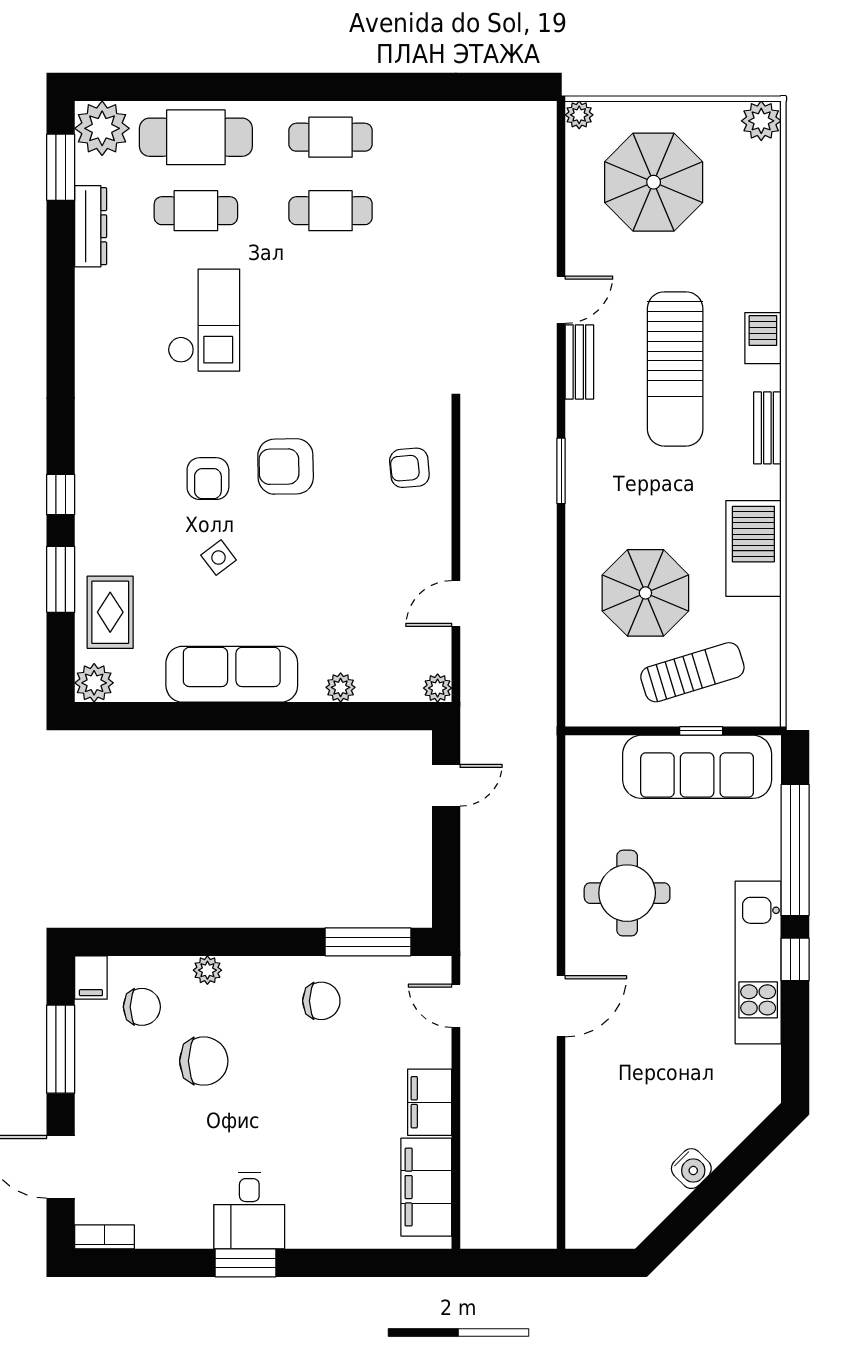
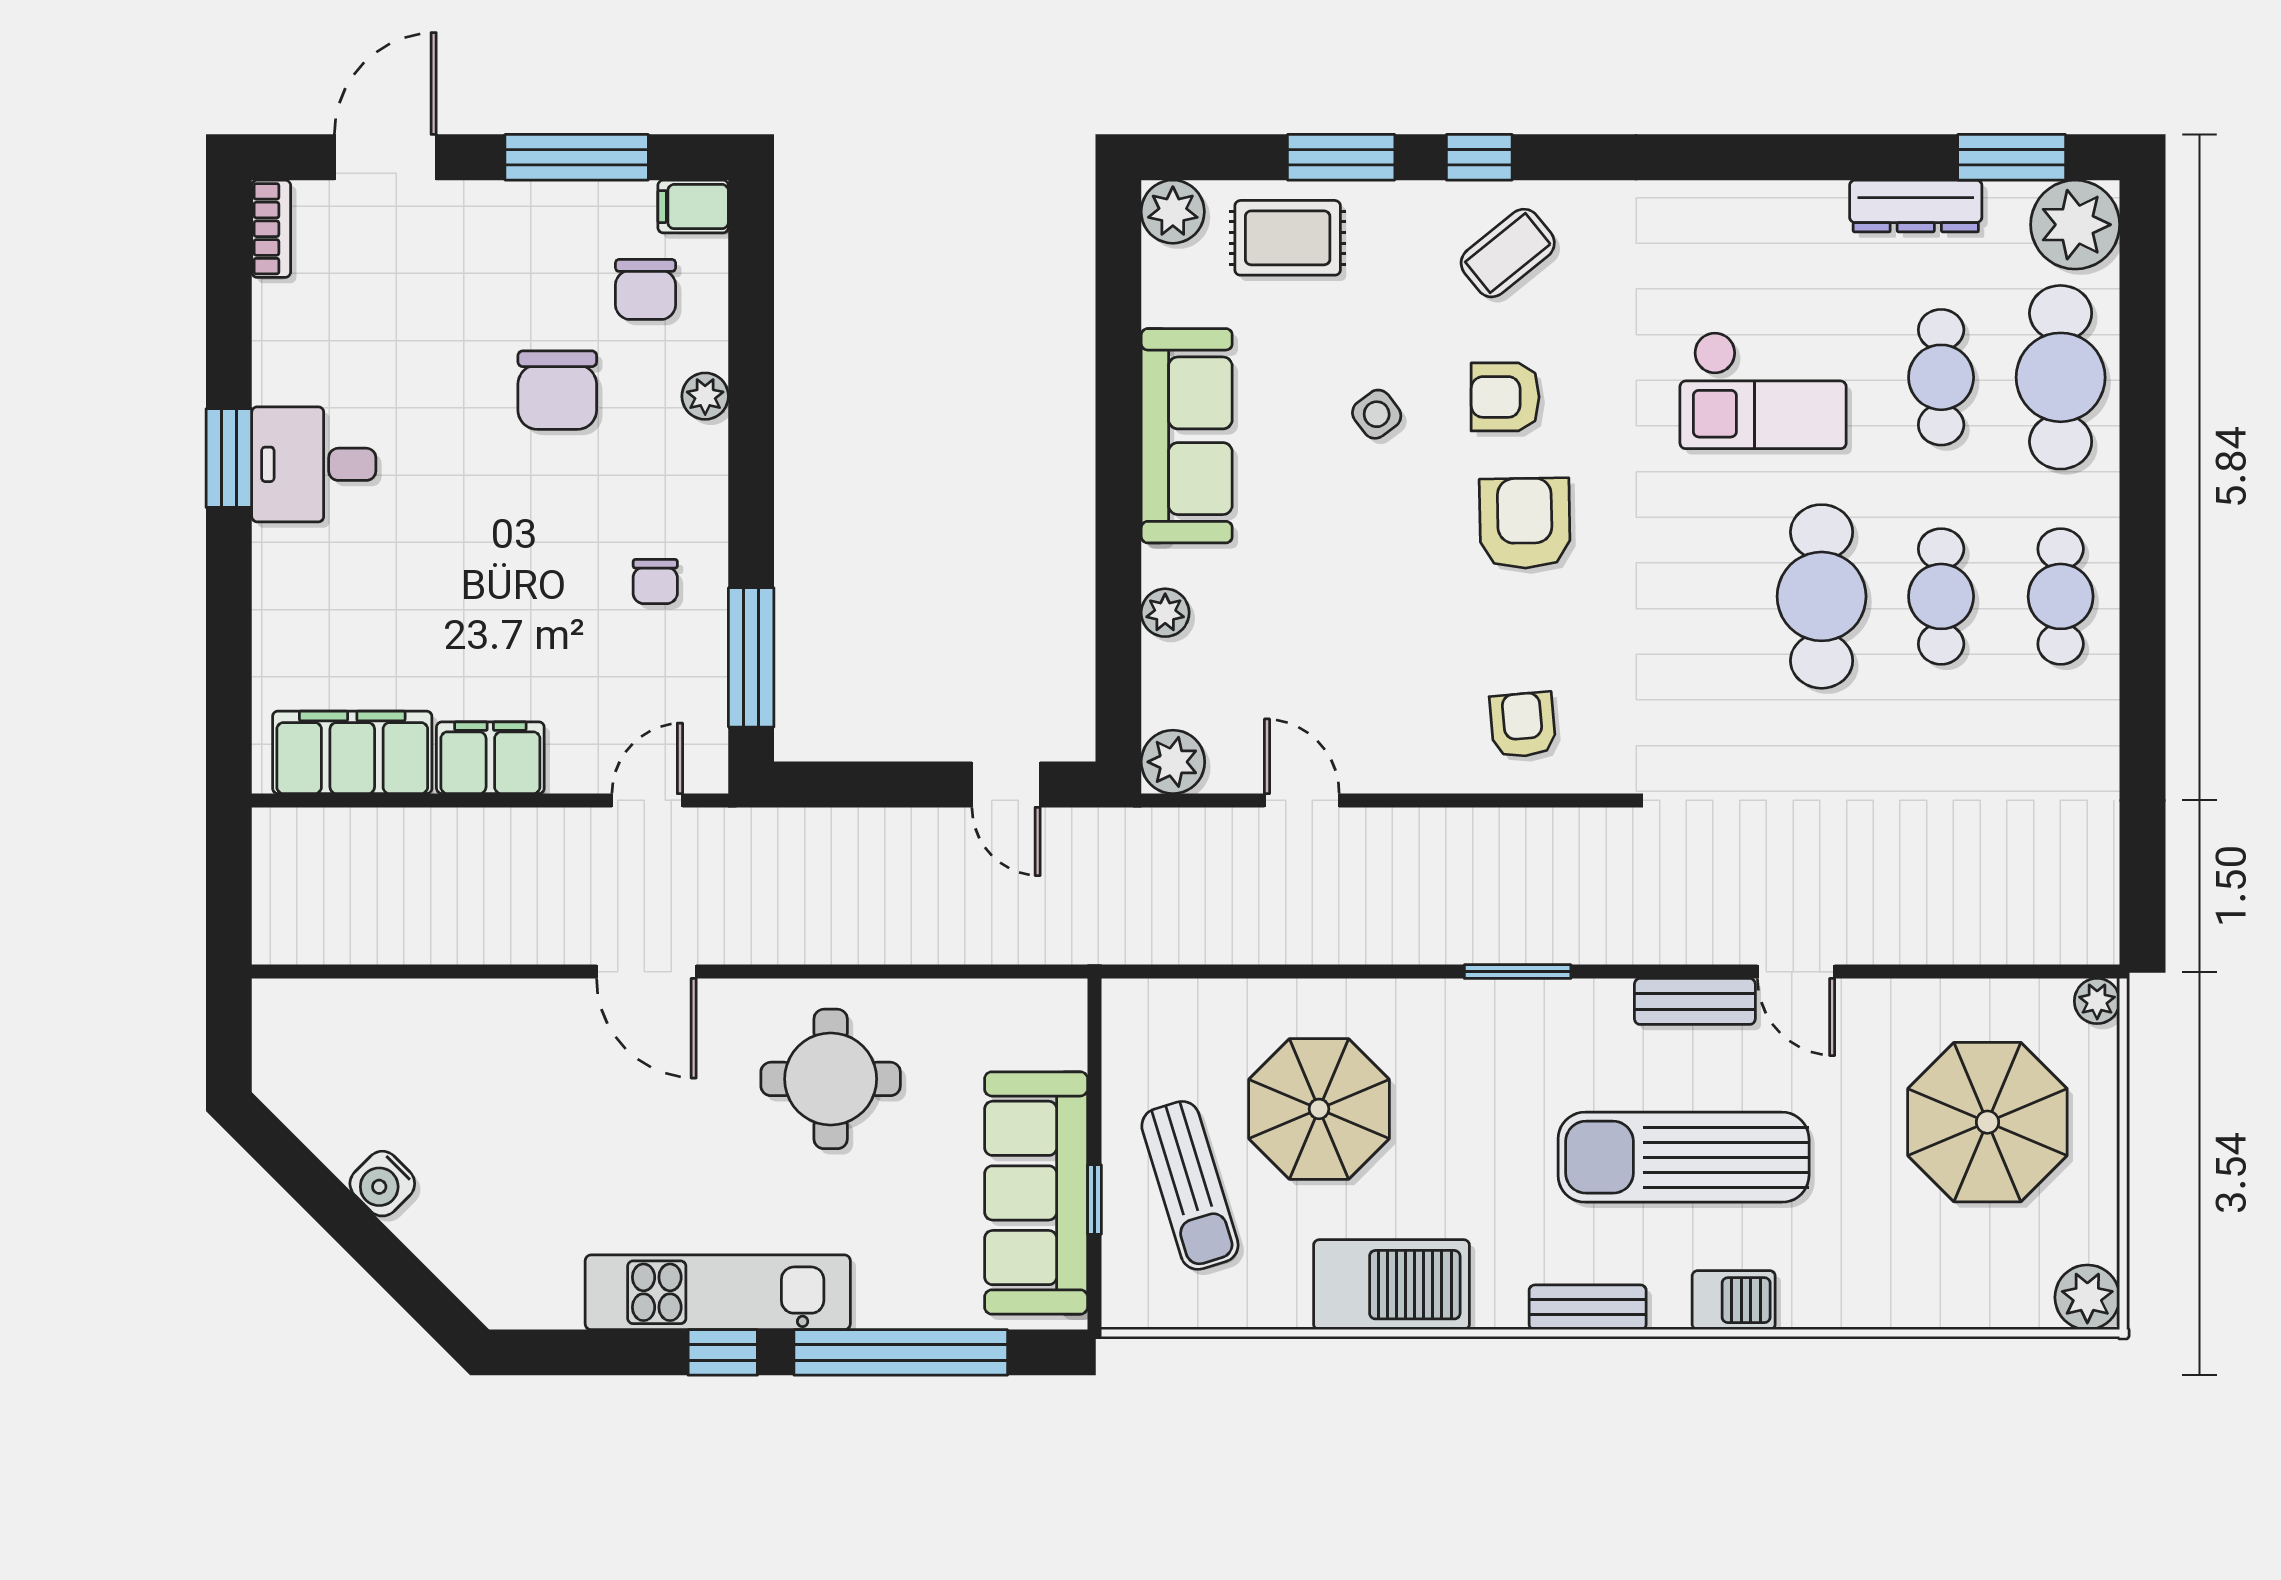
cafe table: (331, 284) -> (1822, 596), added
coffee table: (119, 477) -> (1508, 253), added
plant: (438, 688) -> (1173, 762), width x1.38, depth x1.38
chair: (321, 1001) -> (655, 581), width x0.73, depth x0.73

